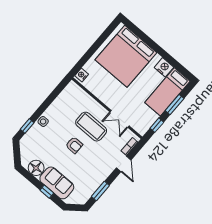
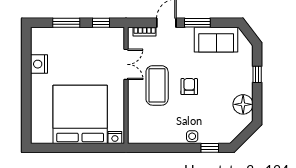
bed: (126, 56) -> (80, 114), moved, turned -90
bed: (167, 92) -> (60, 40), removed
sofa: (57, 183) -> (216, 40), moved, turned -90
window: (100, 191) -> (197, 23), moved

